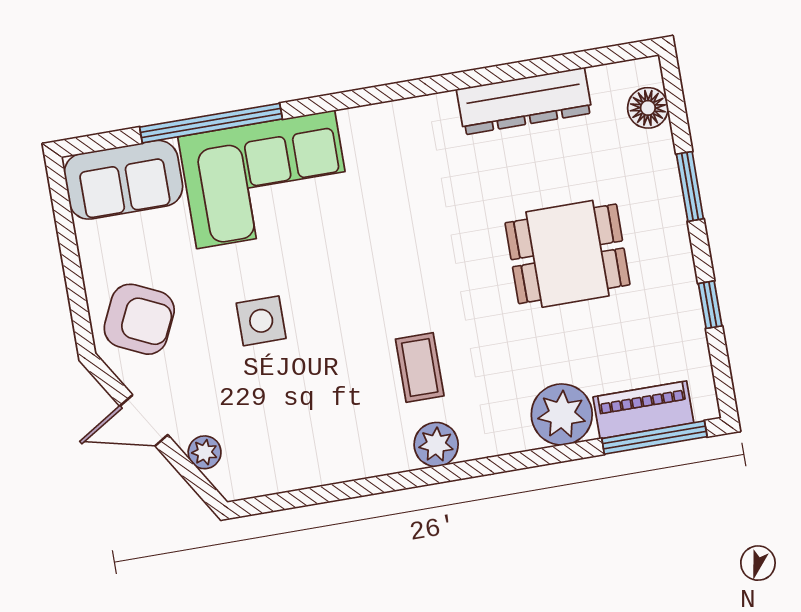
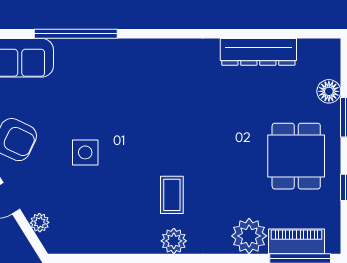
floor lamp: (648, 108) -> (329, 91), moved
corner sofa: (266, 179) -> (102, 72), removed
dining table: (567, 254) -> (296, 156), moved, turned 90

